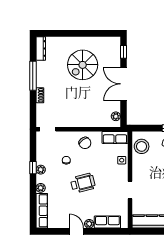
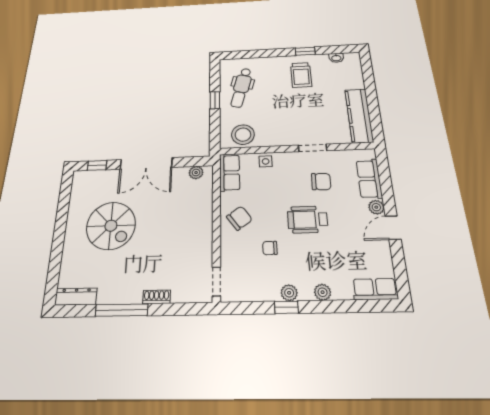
wheelchair: (83, 183) -> (308, 220), turned -76
chair: (107, 193) -> (321, 182), added
row of seats: (42, 211) -> (375, 289), width x0.68

